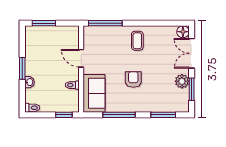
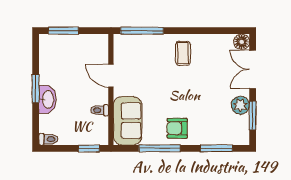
armchair: (133, 79) -> (177, 128), moved, turned -90
washbasin: (30, 82) -> (48, 99), width x1.91, depth x1.45

